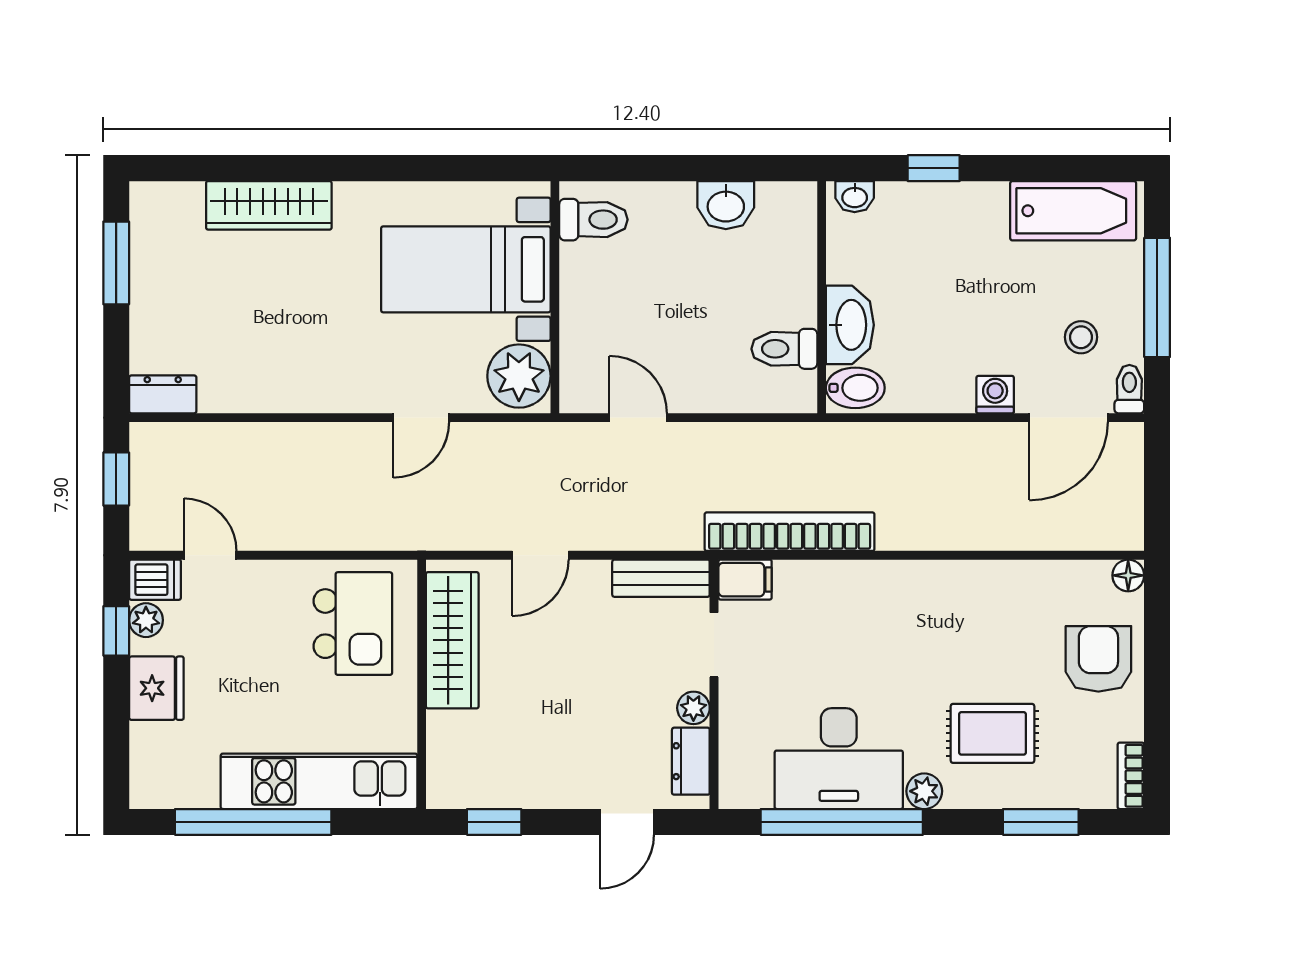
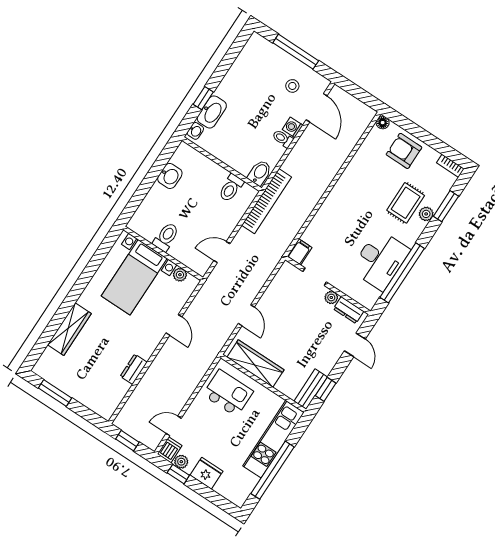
bathtub: (1073, 211) -> (248, 61), removed
toilet: (593, 220) -> (166, 237), moved
washbasin: (850, 325) -> (212, 112), moved, turned 90
plant: (519, 376) -> (180, 275), width x0.53, depth x0.53
toilet: (1129, 389) -> (283, 139), moved
dresser: (163, 394) -> (134, 369), moved
bookcase: (790, 532) -> (267, 201), moved, turned 180
bench: (661, 578) -> (311, 389), moved
plant: (924, 791) -> (426, 214), moved

